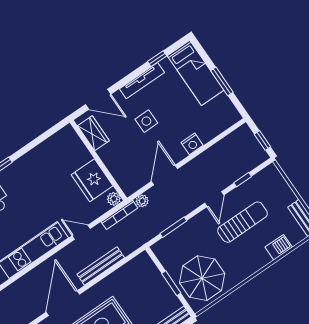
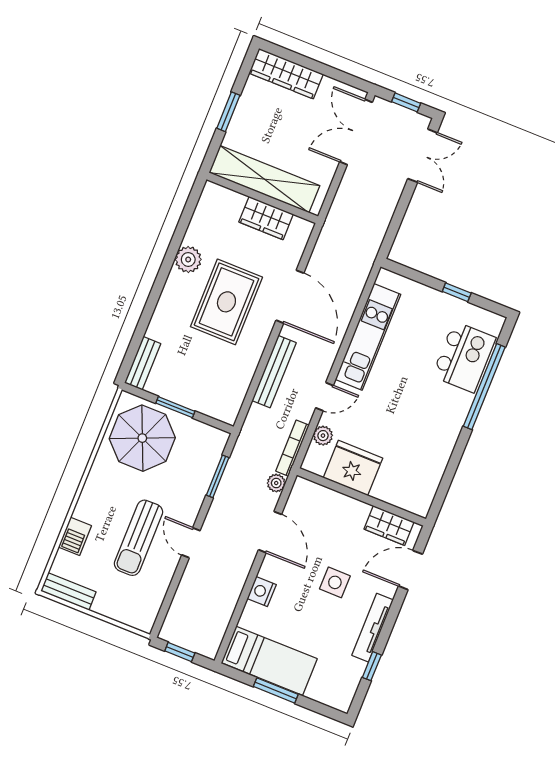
bed: (196, 73) -> (269, 661), moved, turned 180
window: (243, 180) -> (172, 589), removed
plant: (114, 199) -> (323, 436), moved

